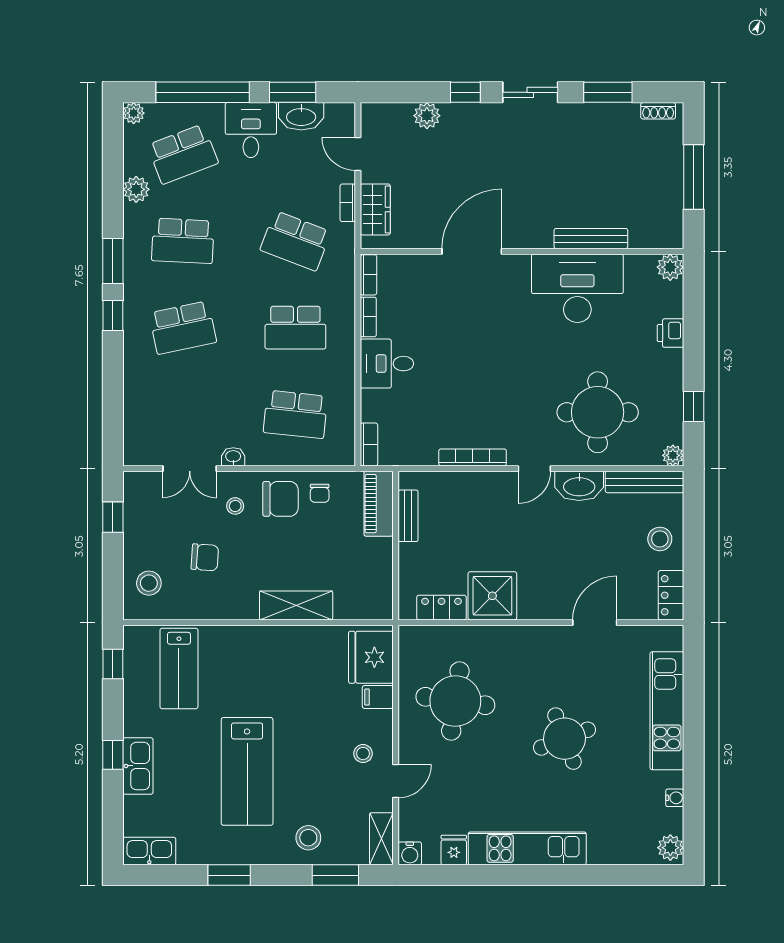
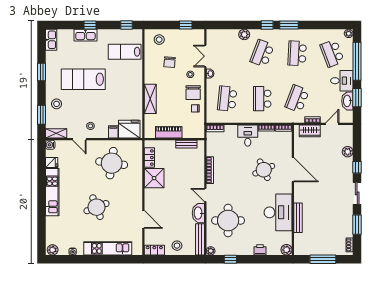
plant: (136, 189) -> (244, 34), moved
round table: (472, 324) -> (264, 170), added
school desk: (183, 328) -> (262, 53), turned 33
piano: (379, 504) -> (169, 132), moved

